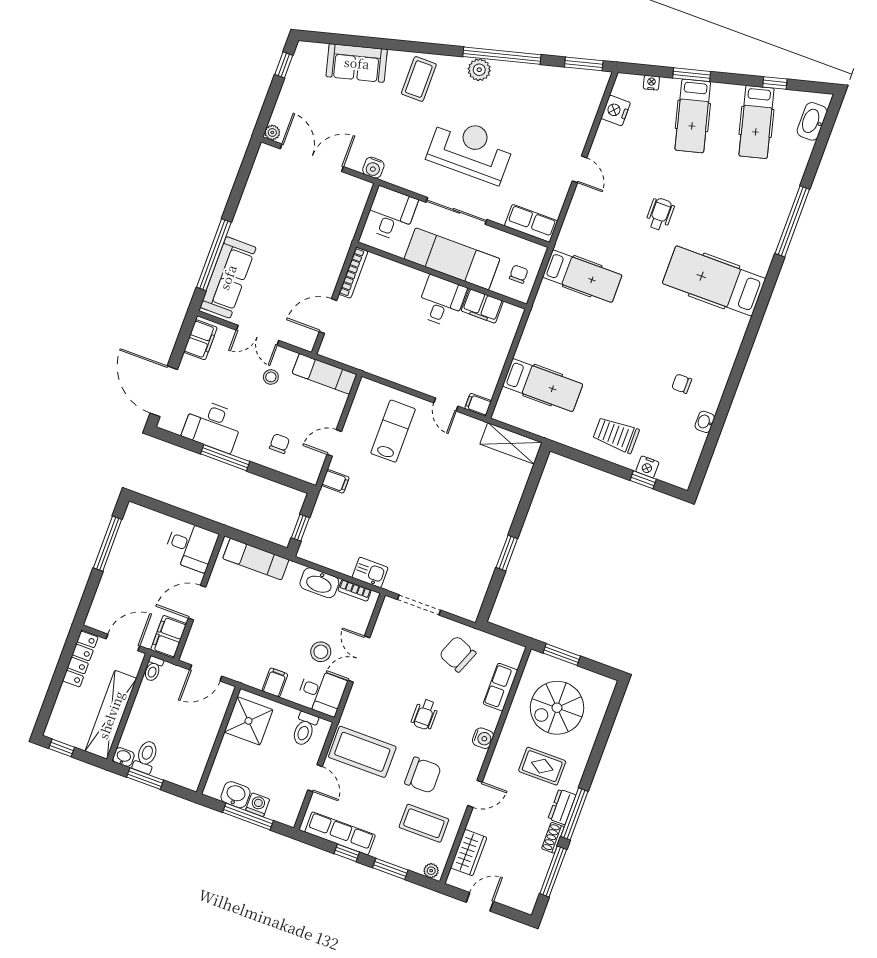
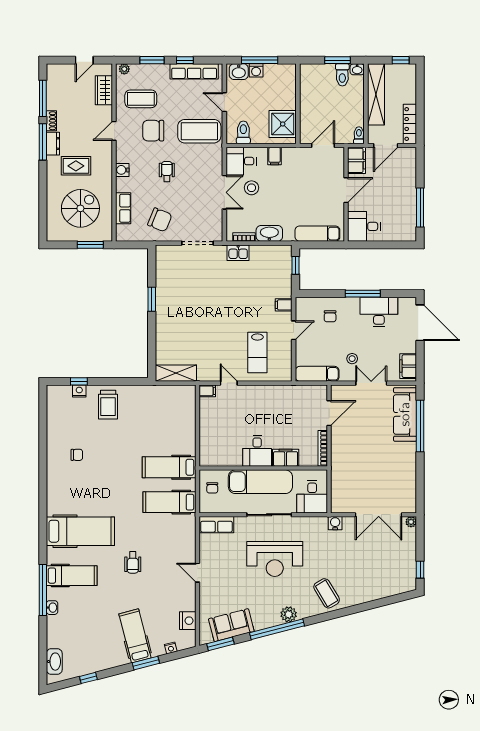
sofa: (357, 63) -> (231, 625), moved
coffee table: (419, 79) -> (327, 593), turned -31
hospital bed: (756, 122) -> (72, 576), moved, turned 104
filing cabinet: (482, 306) -> (286, 458), moved
hospital bed: (543, 385) -> (169, 467), moved
washbasin: (705, 422) -> (52, 608), moved
trolley: (616, 435) -> (108, 405), turned 90
washbasin: (235, 795) -> (239, 72), moved

